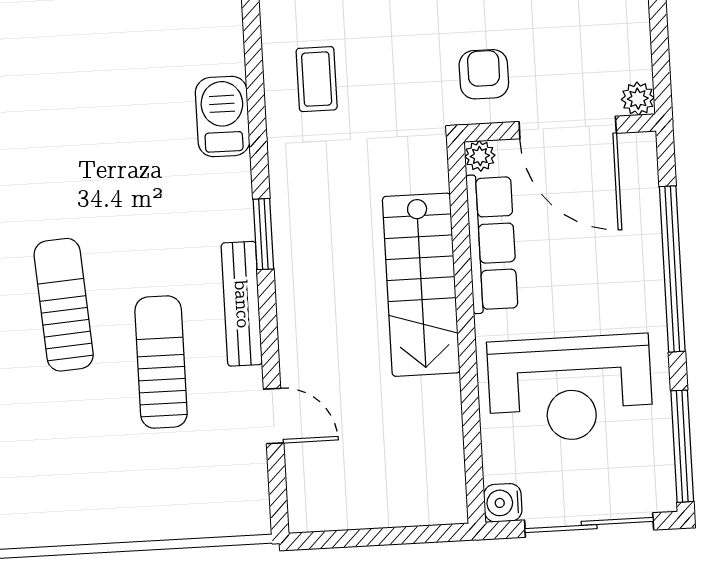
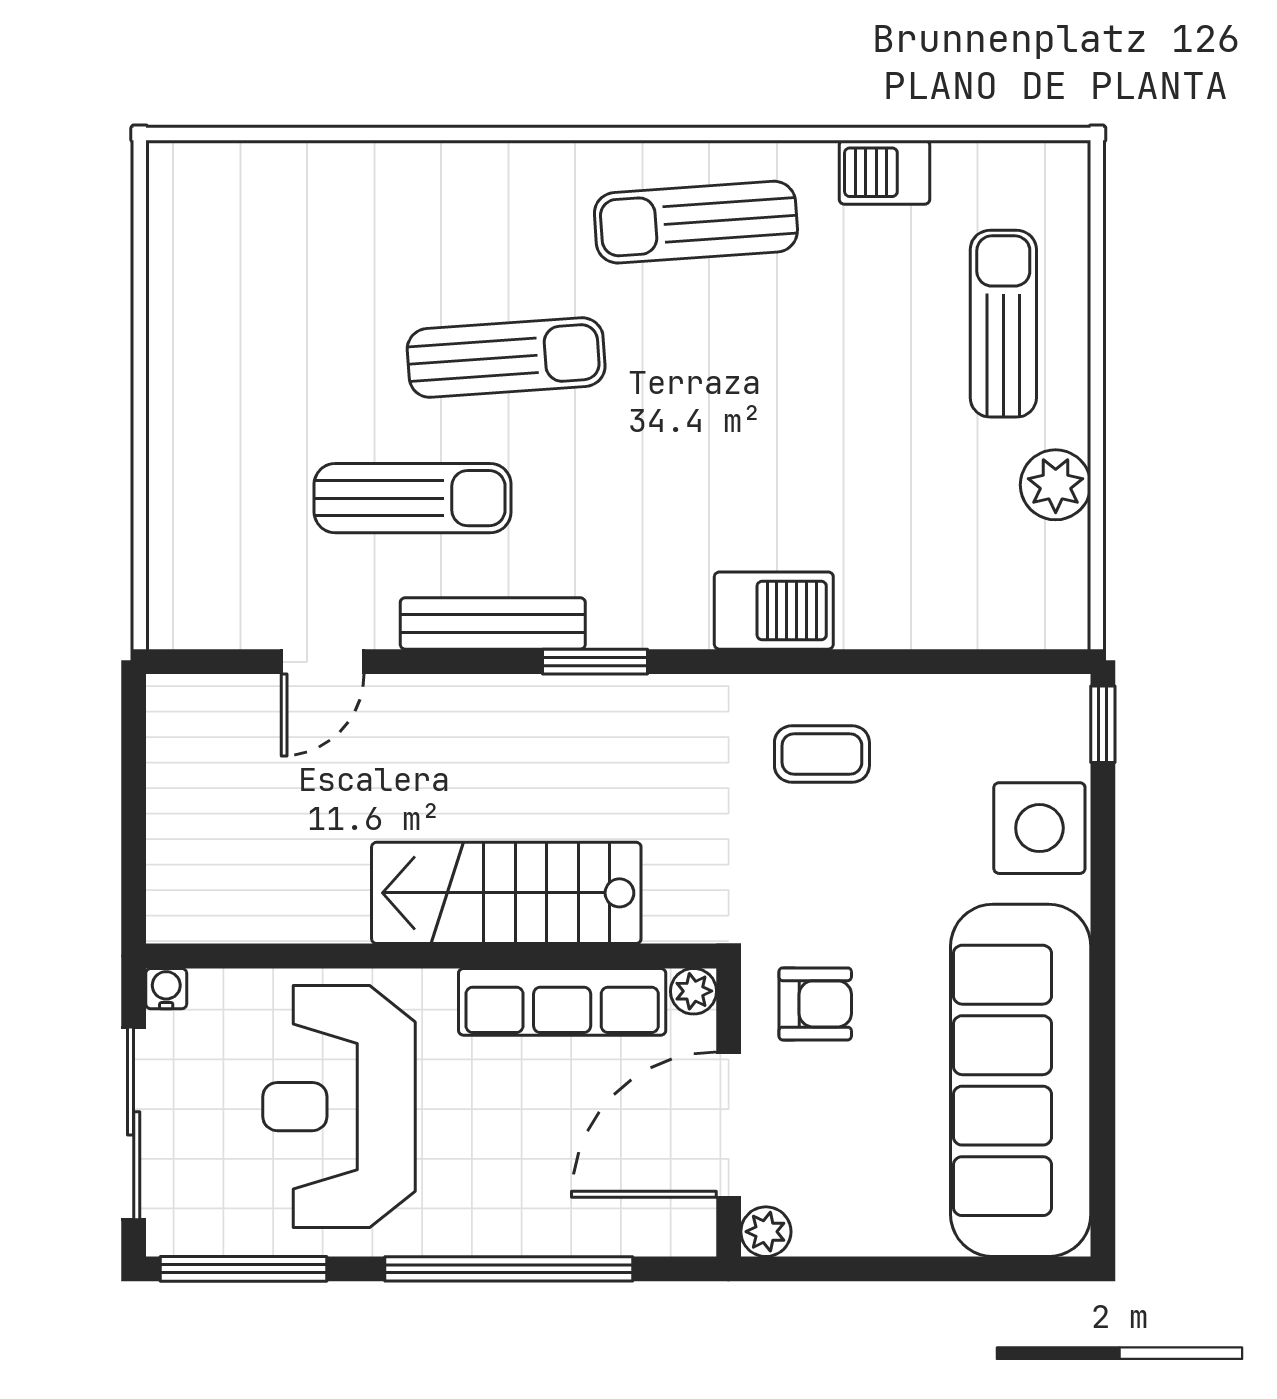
water cooler: (503, 503) -> (166, 989), width x0.72, depth x0.72

